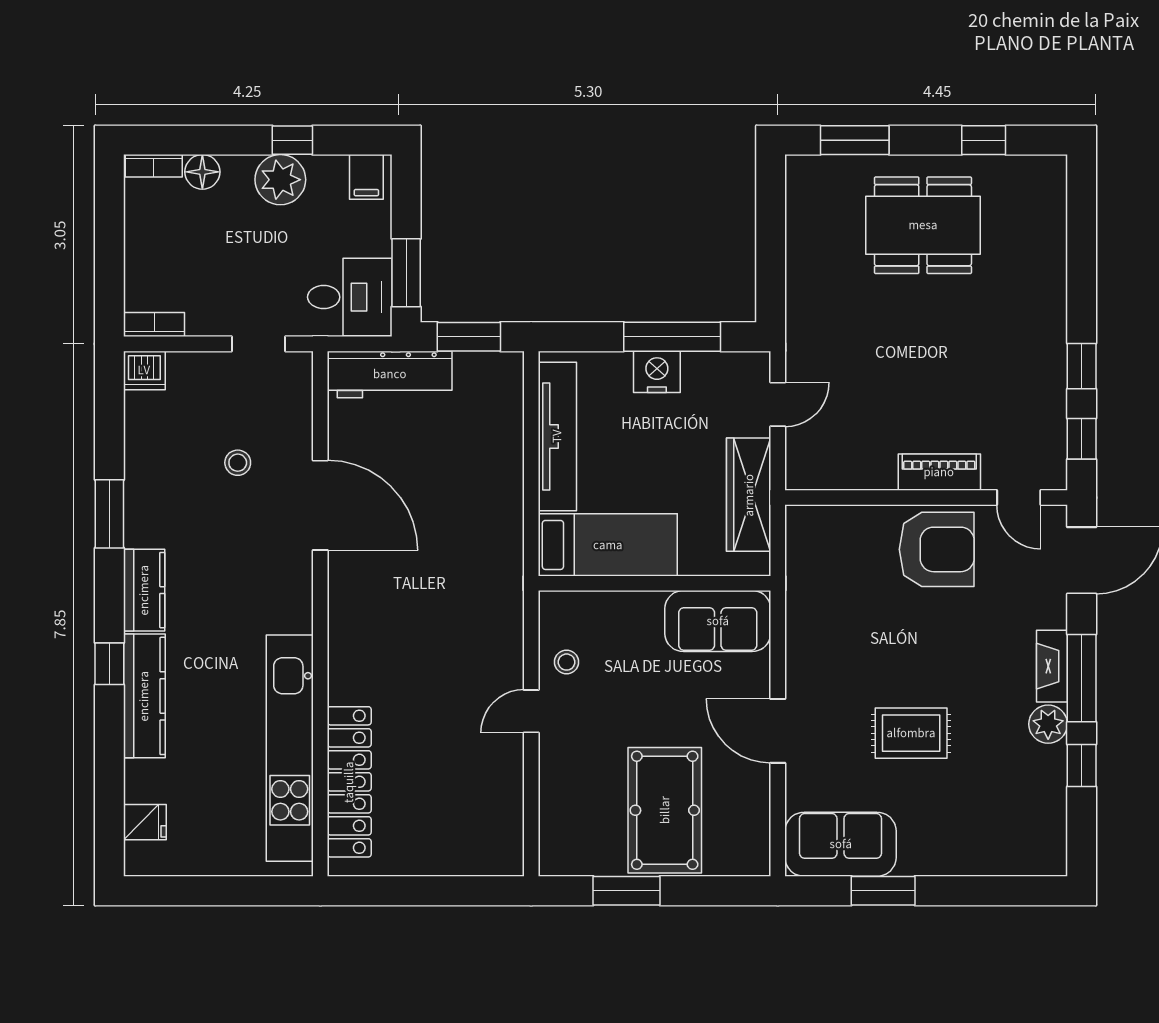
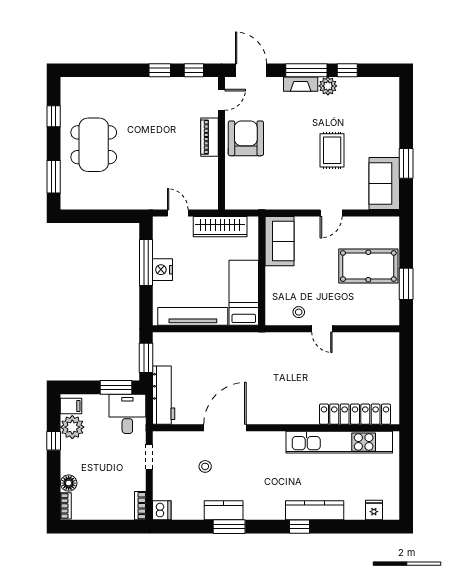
plant: (280, 180) -> (72, 427), moved
kitchen counter: (144, 590) -> (224, 510), moved
door: (778, 731) -> (331, 213), width x0.73

